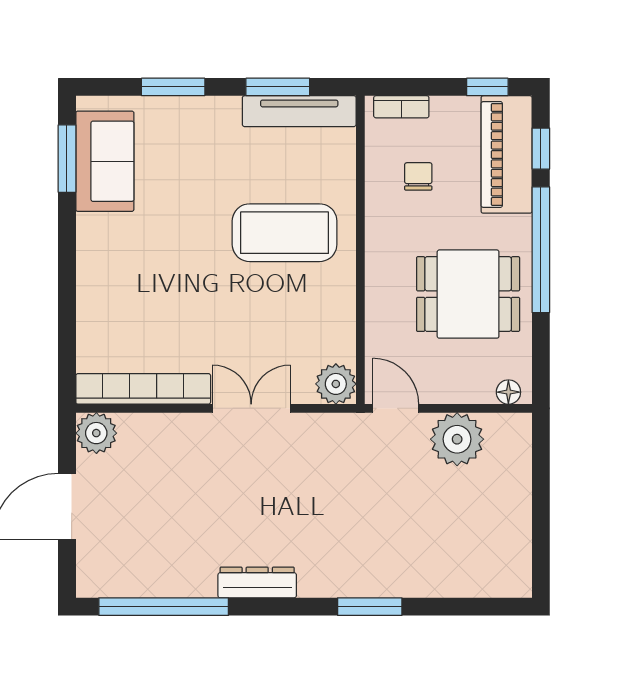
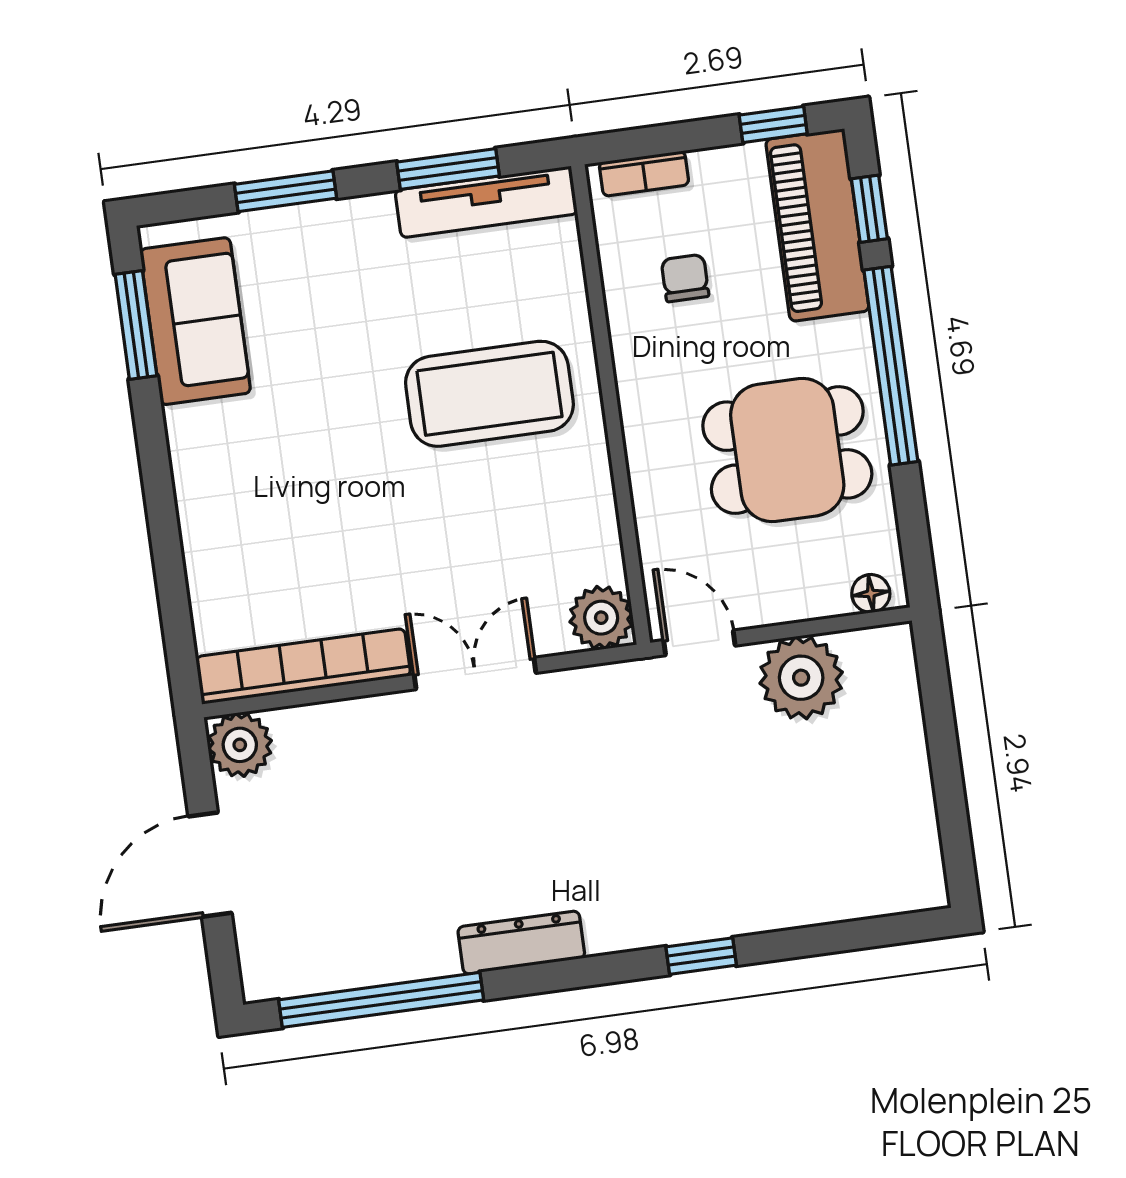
window: (370, 607) -> (701, 956), width x0.67

